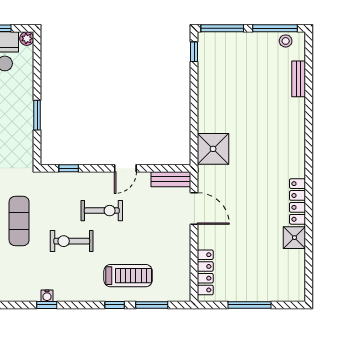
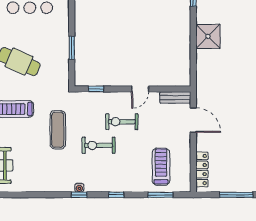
shower: (213, 149) -> (208, 36), moved
exercise bike: (102, 211) -> (122, 122), turned 180
treadmill: (128, 276) -> (161, 167), moved, turned -90
window: (115, 305) -> (116, 195), moved

